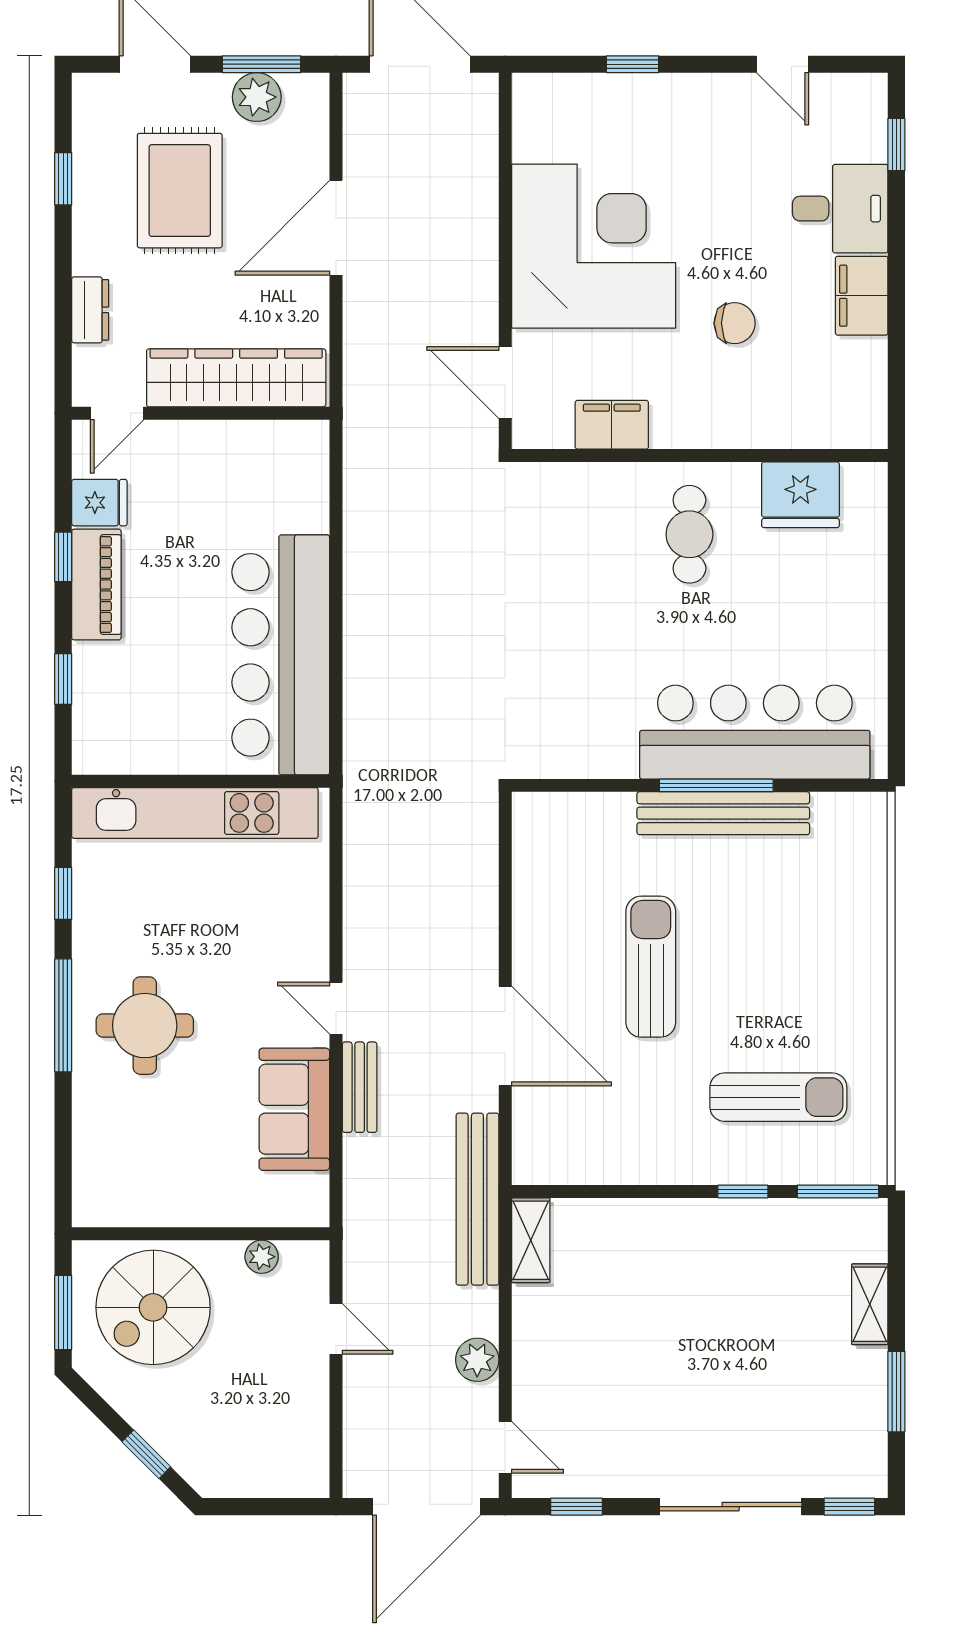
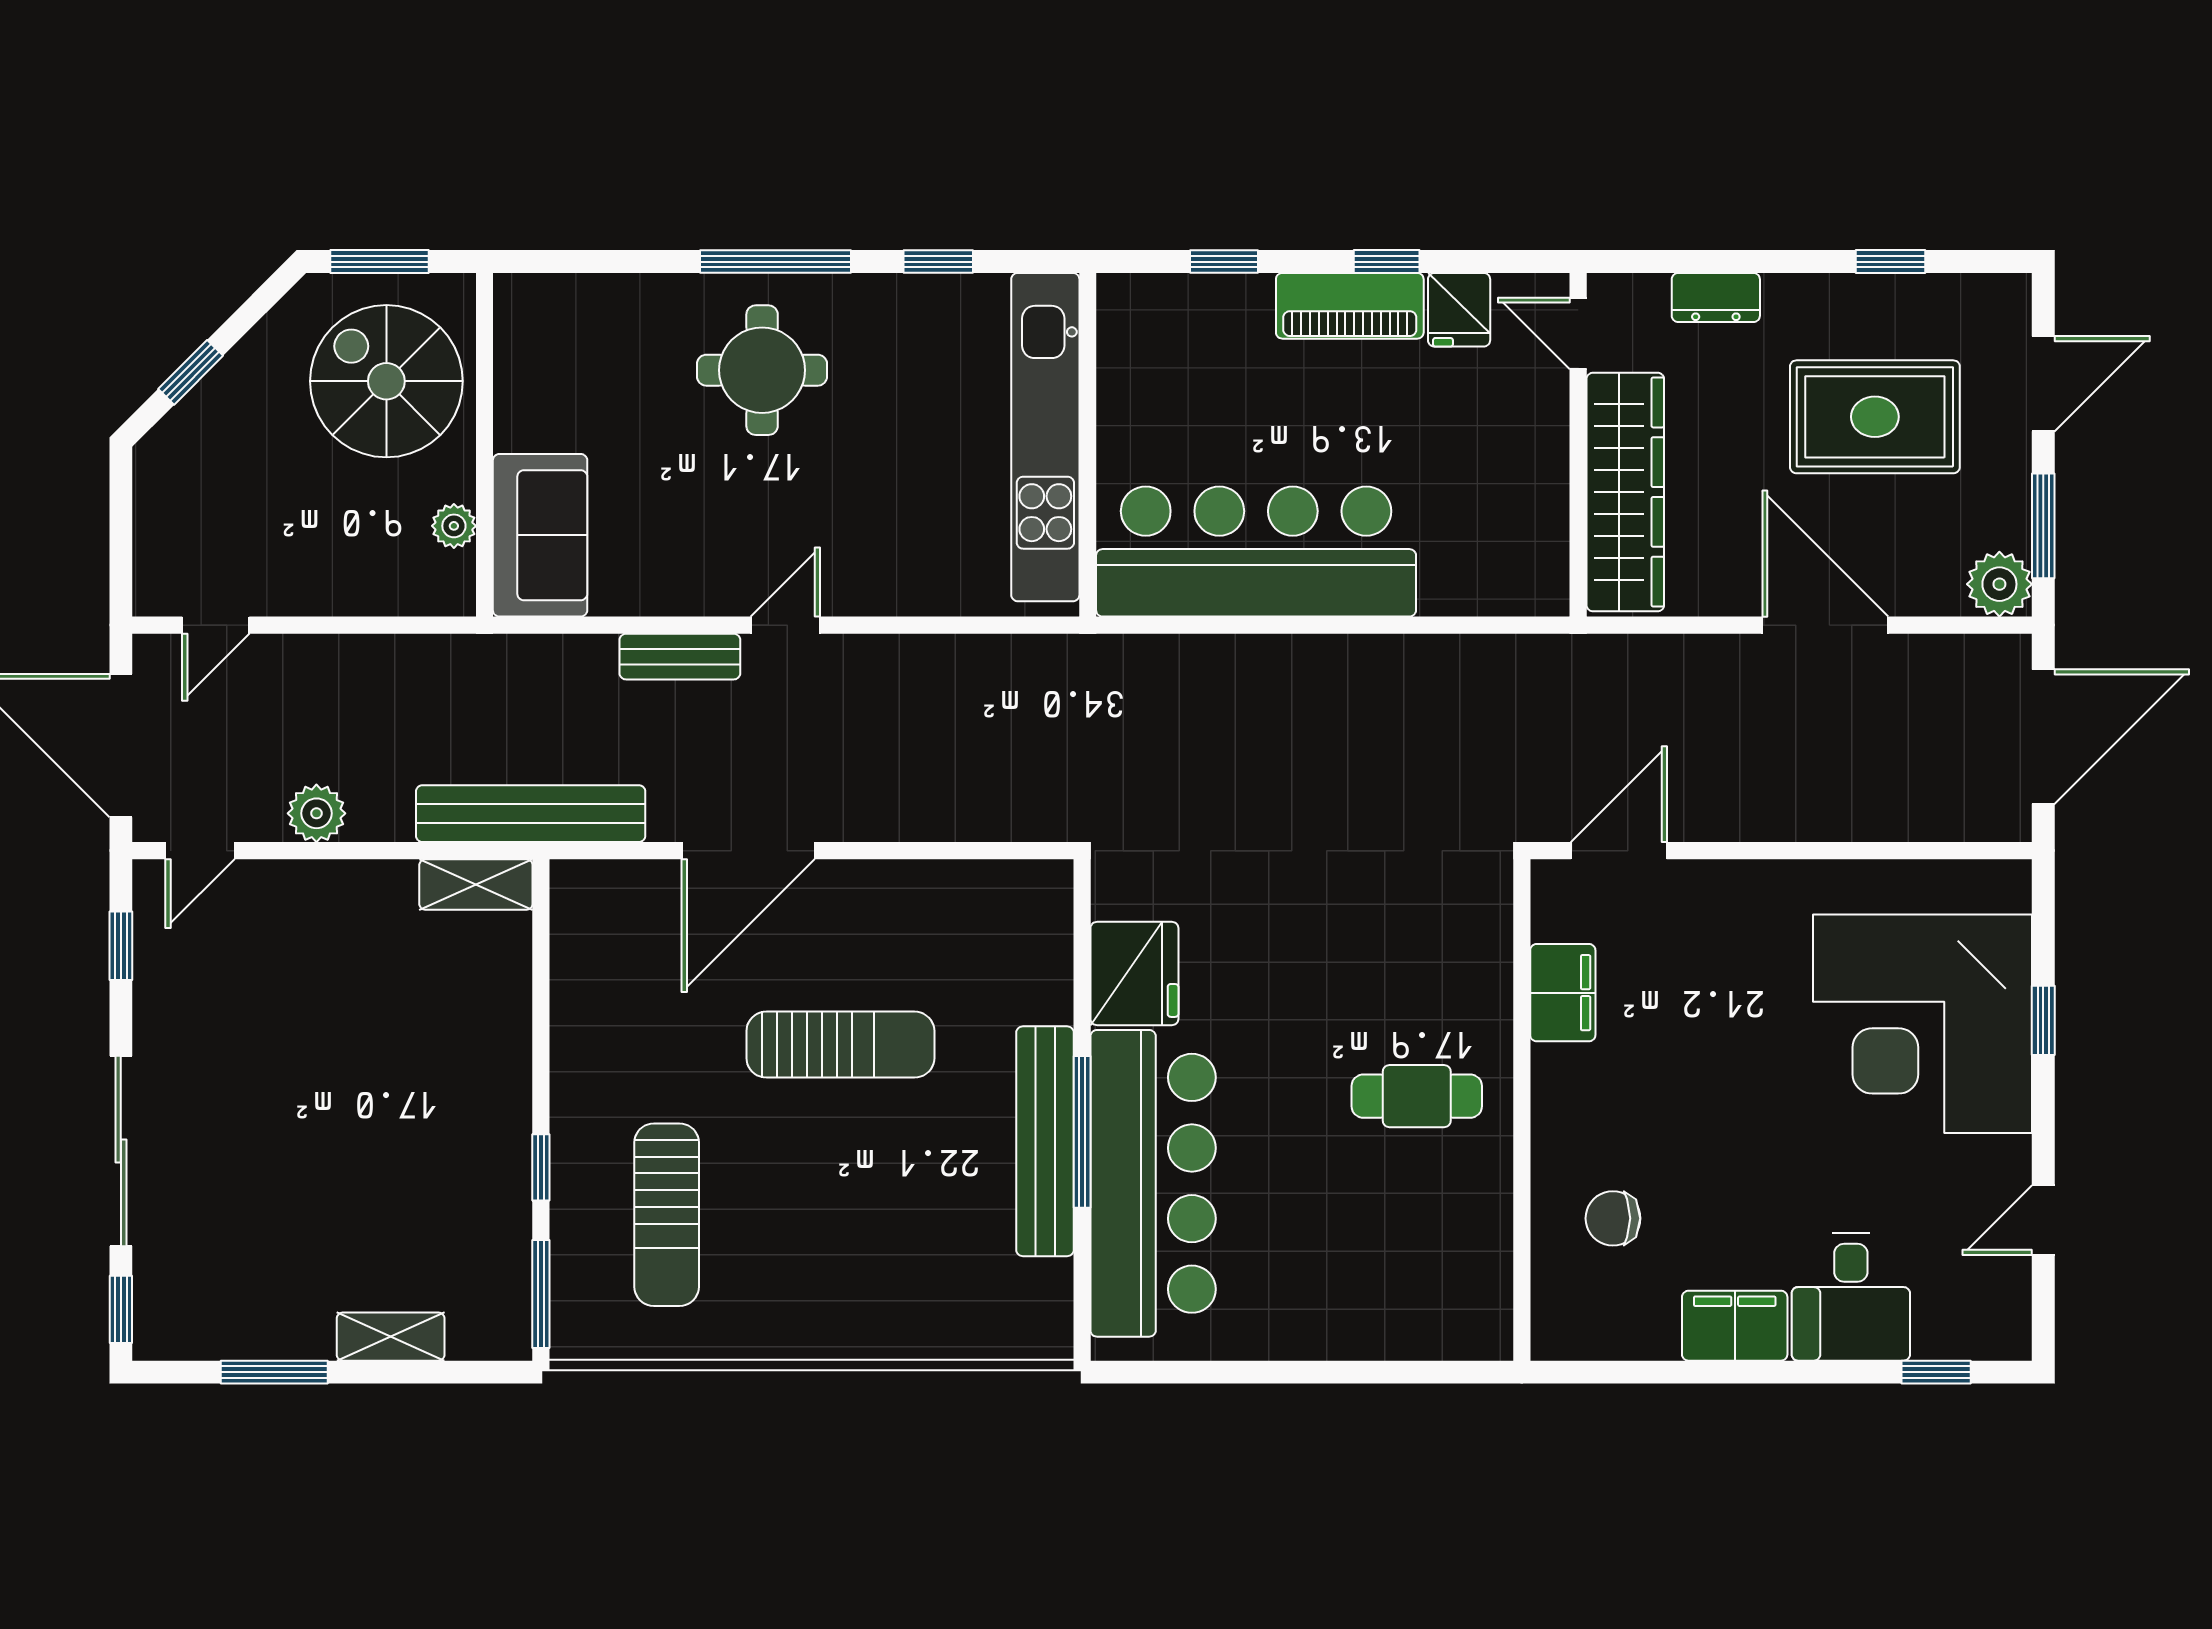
plant: (257, 97) -> (1999, 584), moved
corner desk: (594, 246) -> (1923, 1024), moved, turned 90
chair: (735, 323) -> (1613, 1218), moved, turned 90
fridge: (800, 495) -> (1134, 974), moved, turned 180
sofa: (294, 1109) -> (540, 535), moved, turned 90
door: (336, 1329) -> (216, 625), moved

